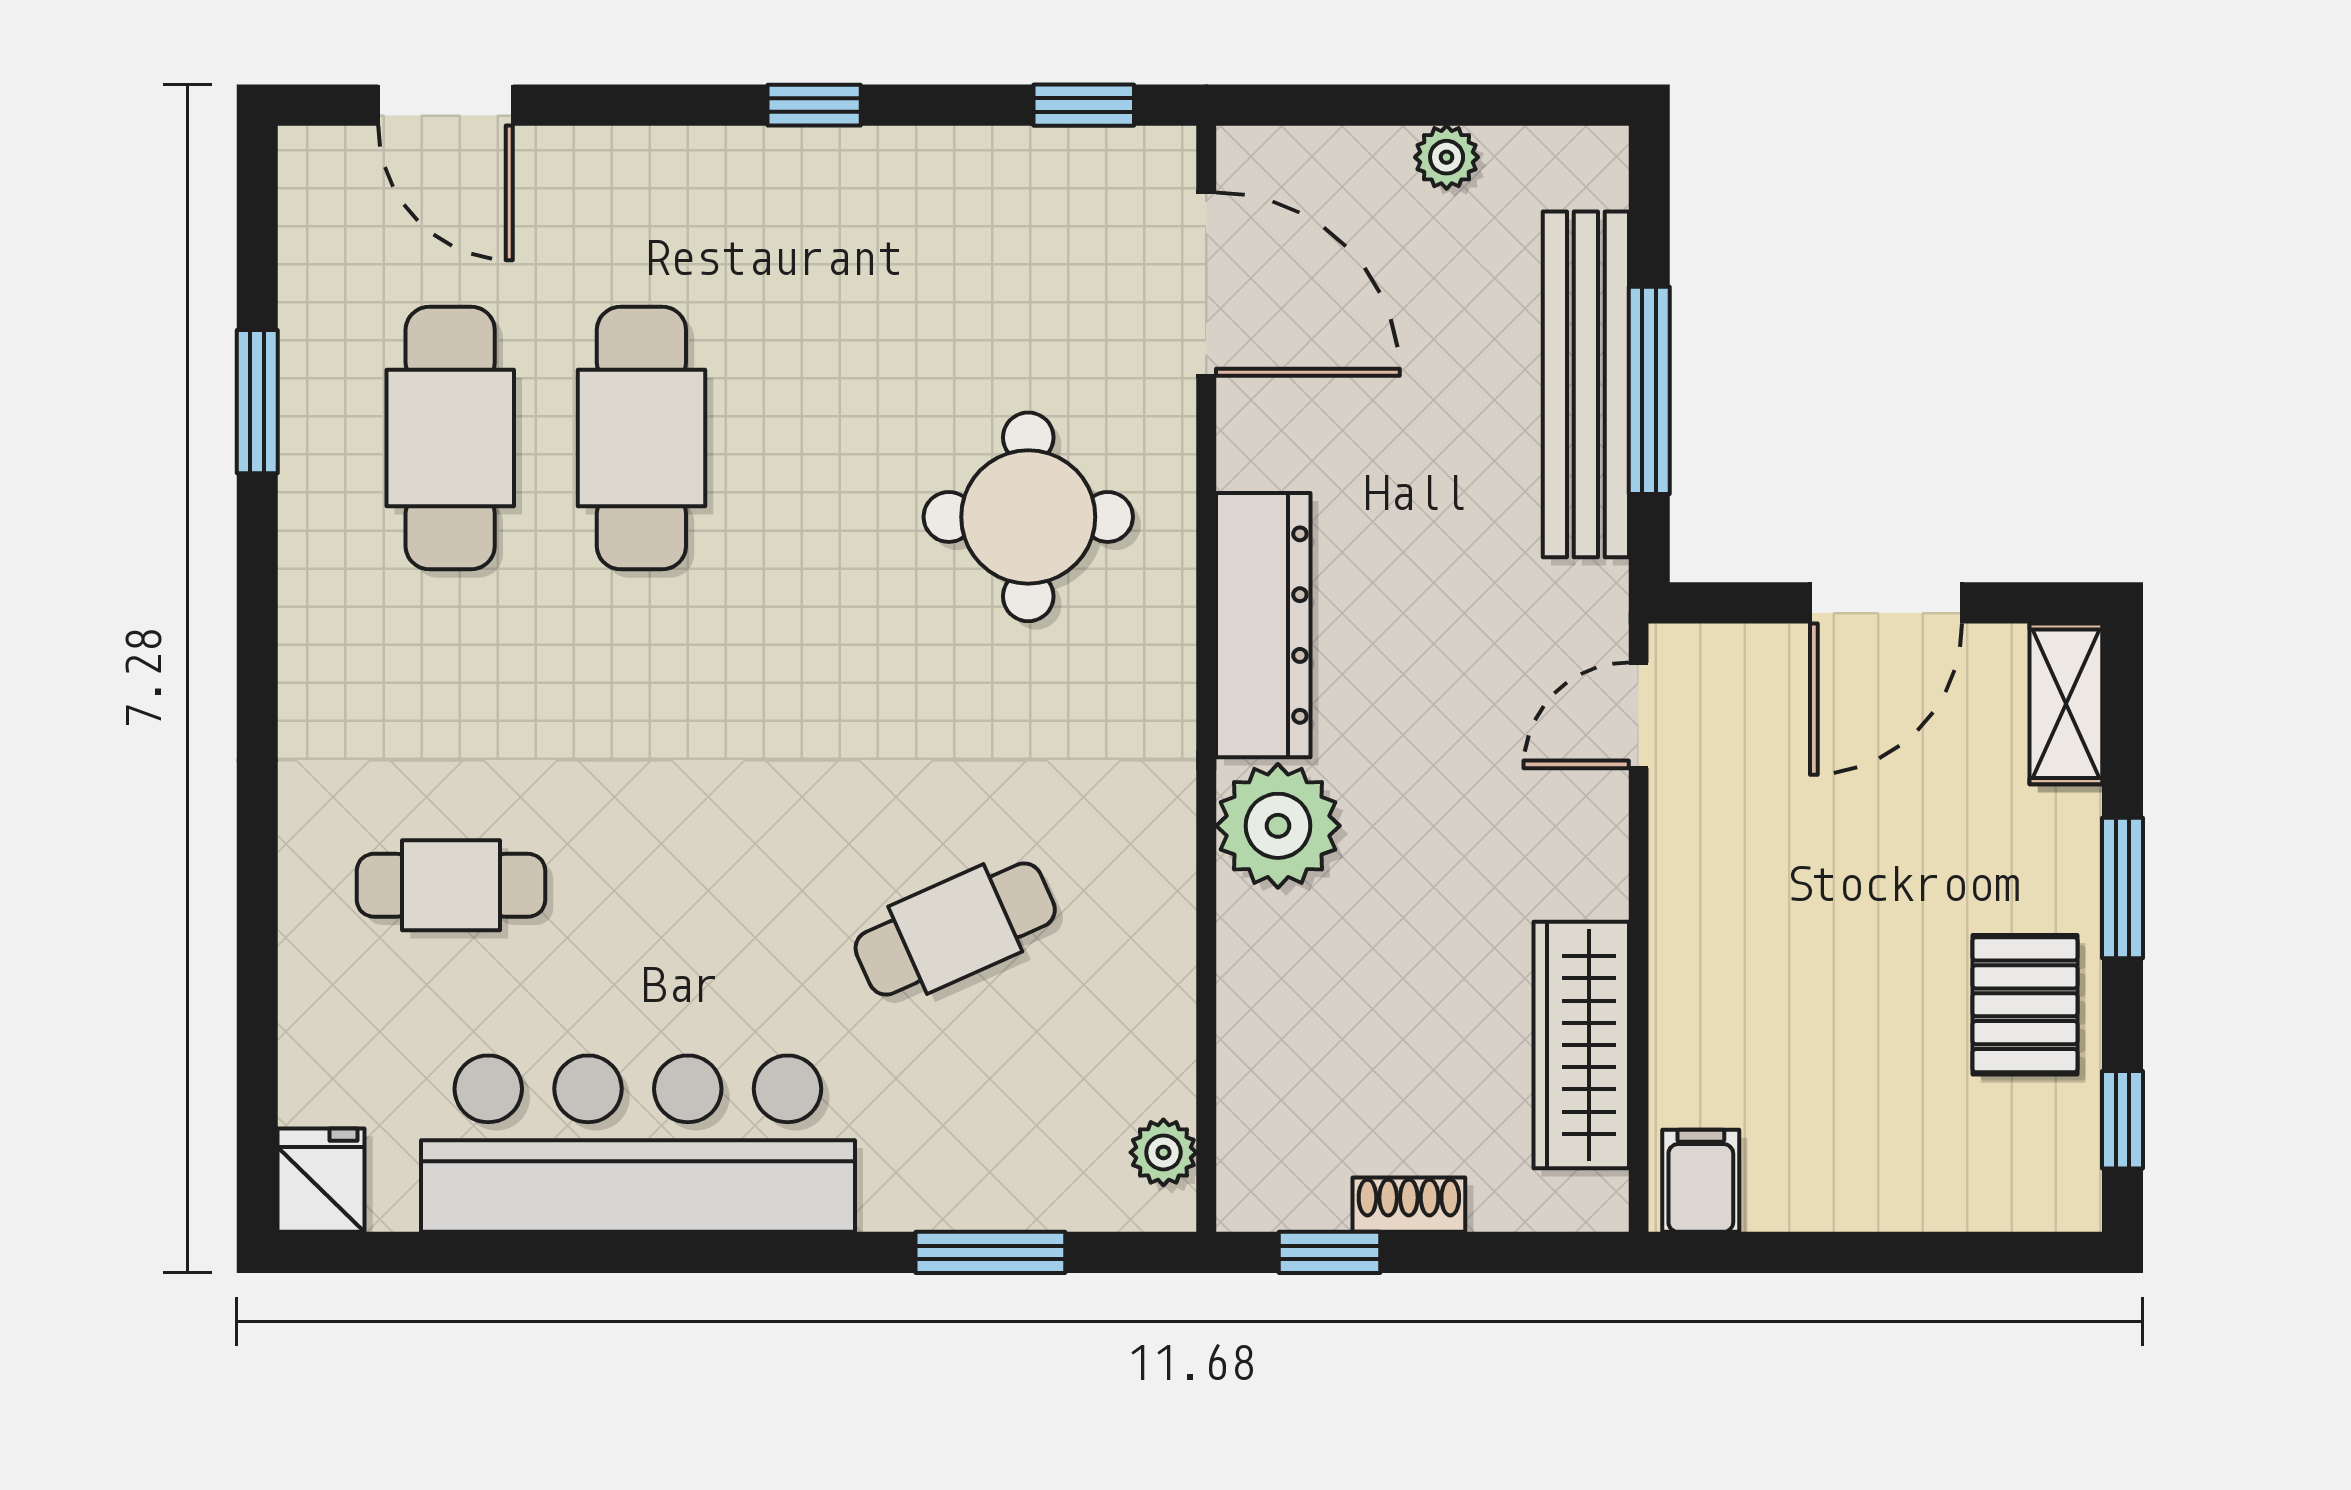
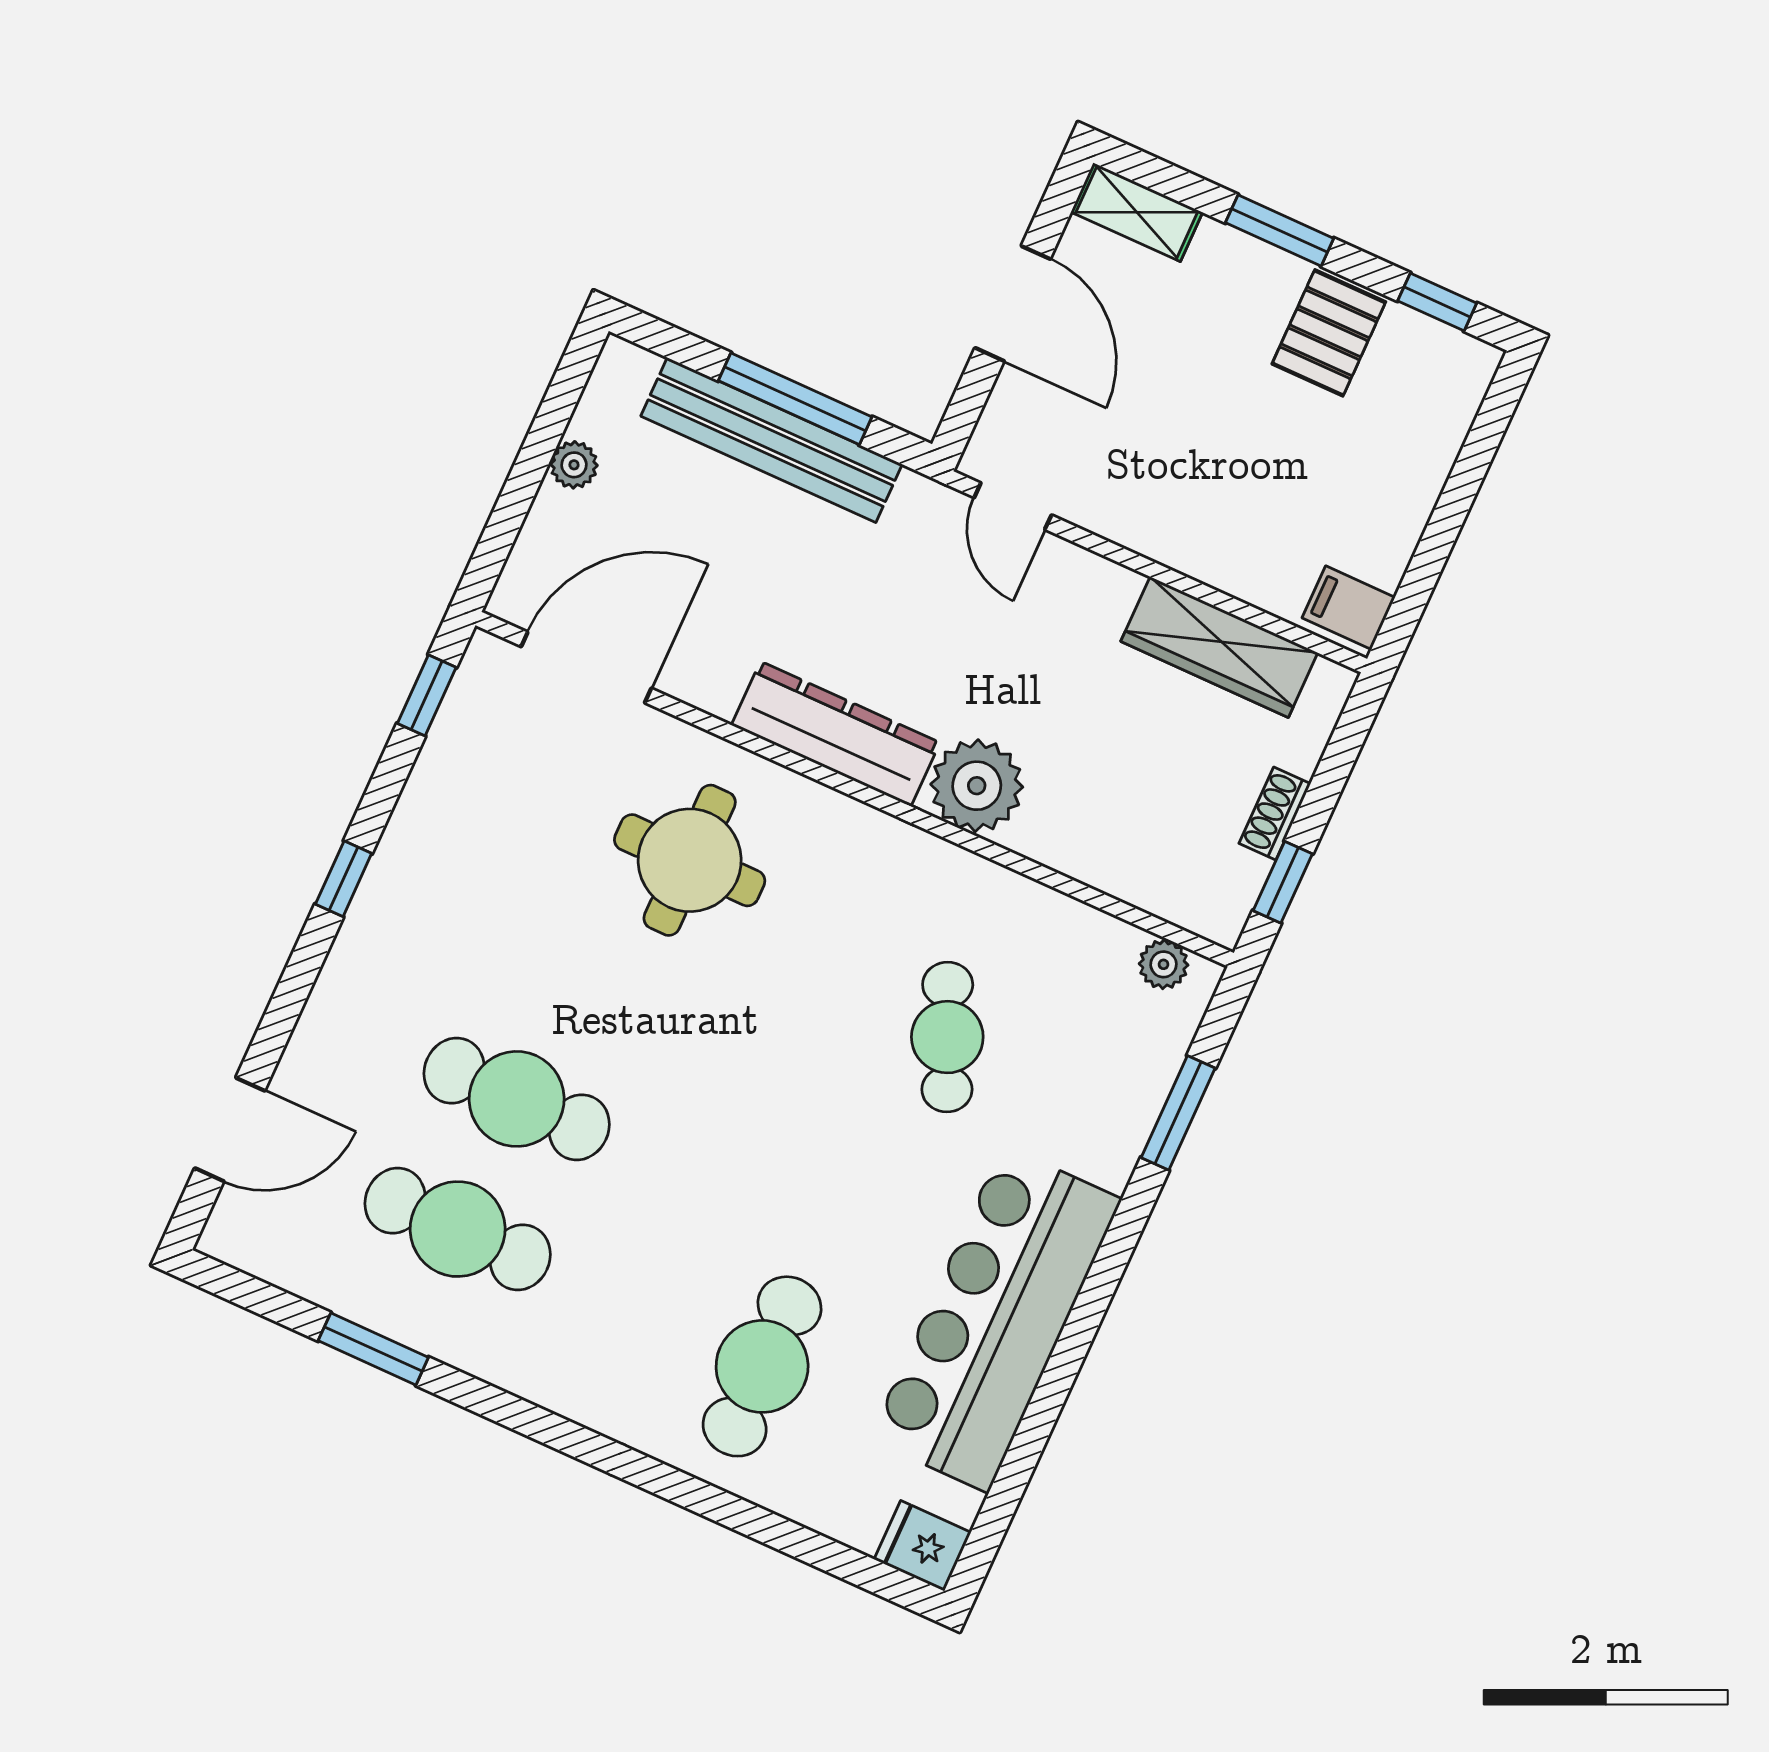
cafe table: (451, 885) -> (762, 1366), width x1.37, depth x1.35
pallet: (2025, 1005) -> (1329, 333), turned 90

